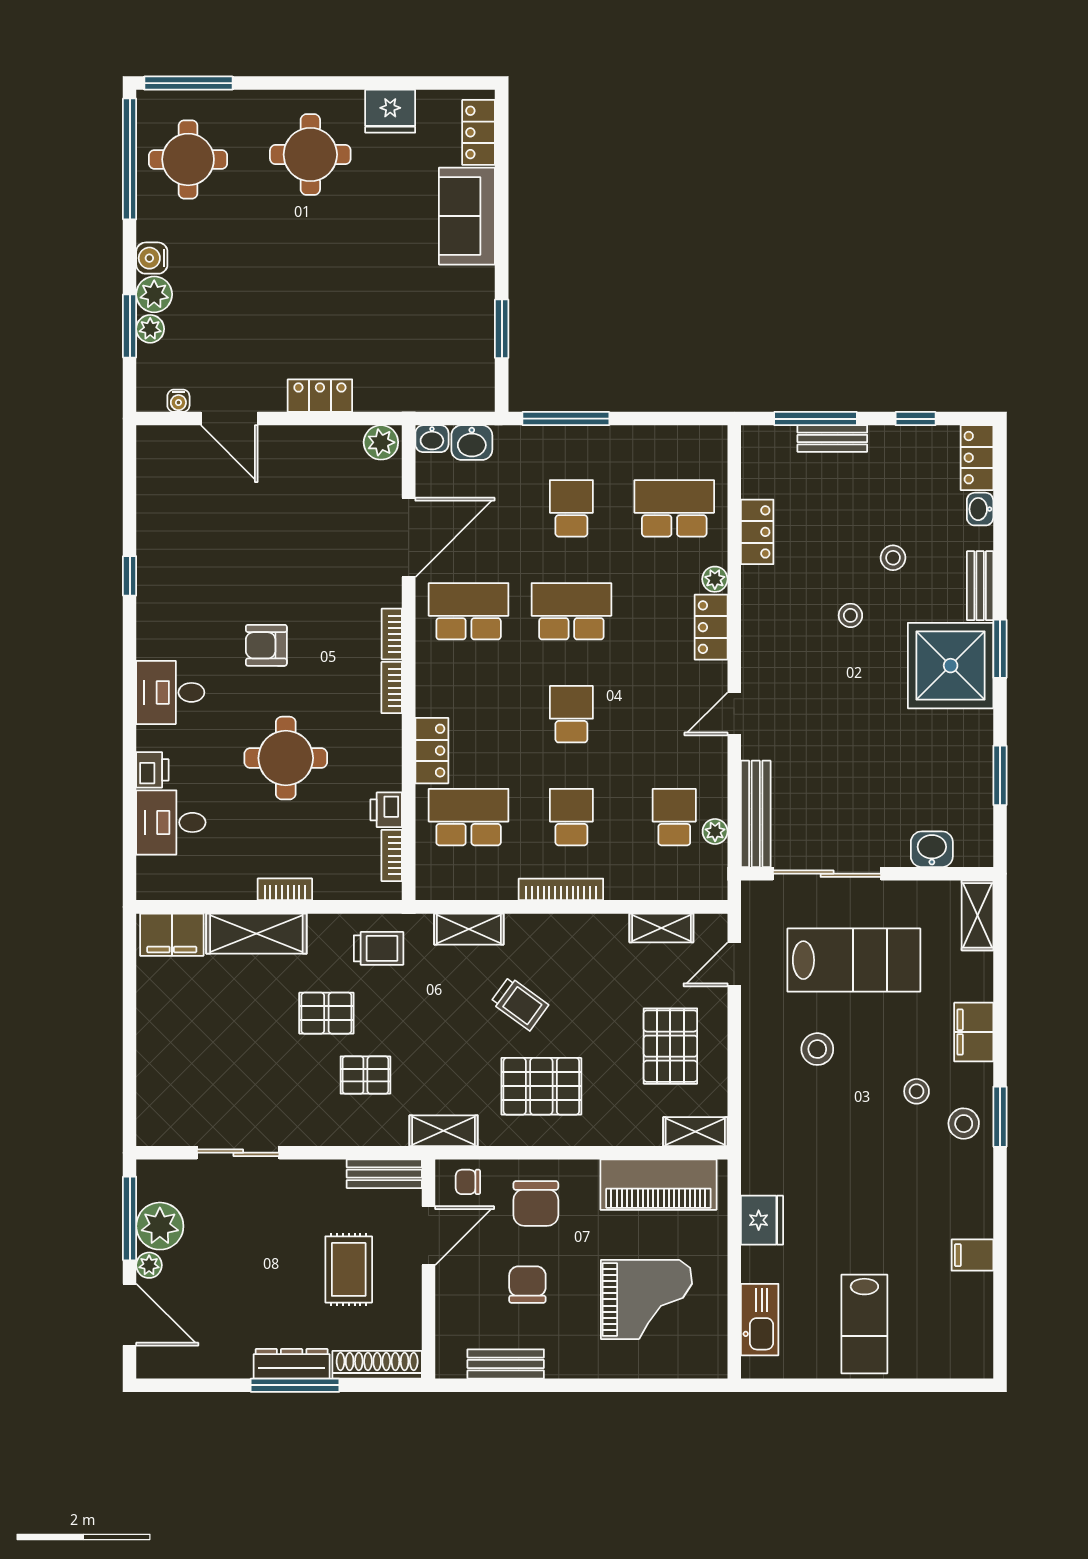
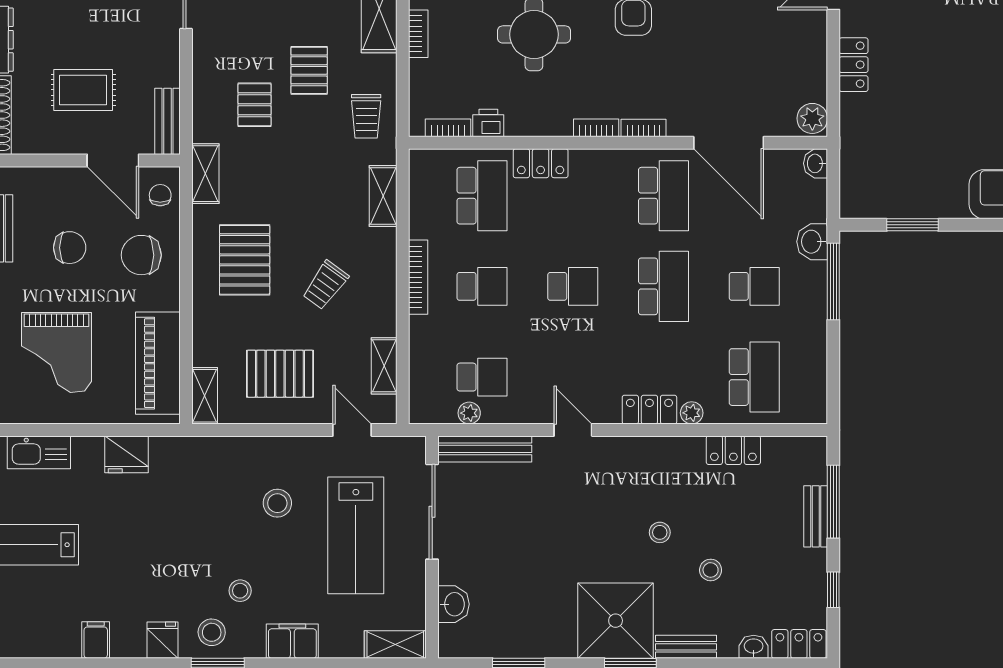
washbasin: (472, 443) -> (812, 242), moved
trolley: (520, 1004) -> (325, 285), moved
fridge: (973, 1179) -> (163, 640), added

